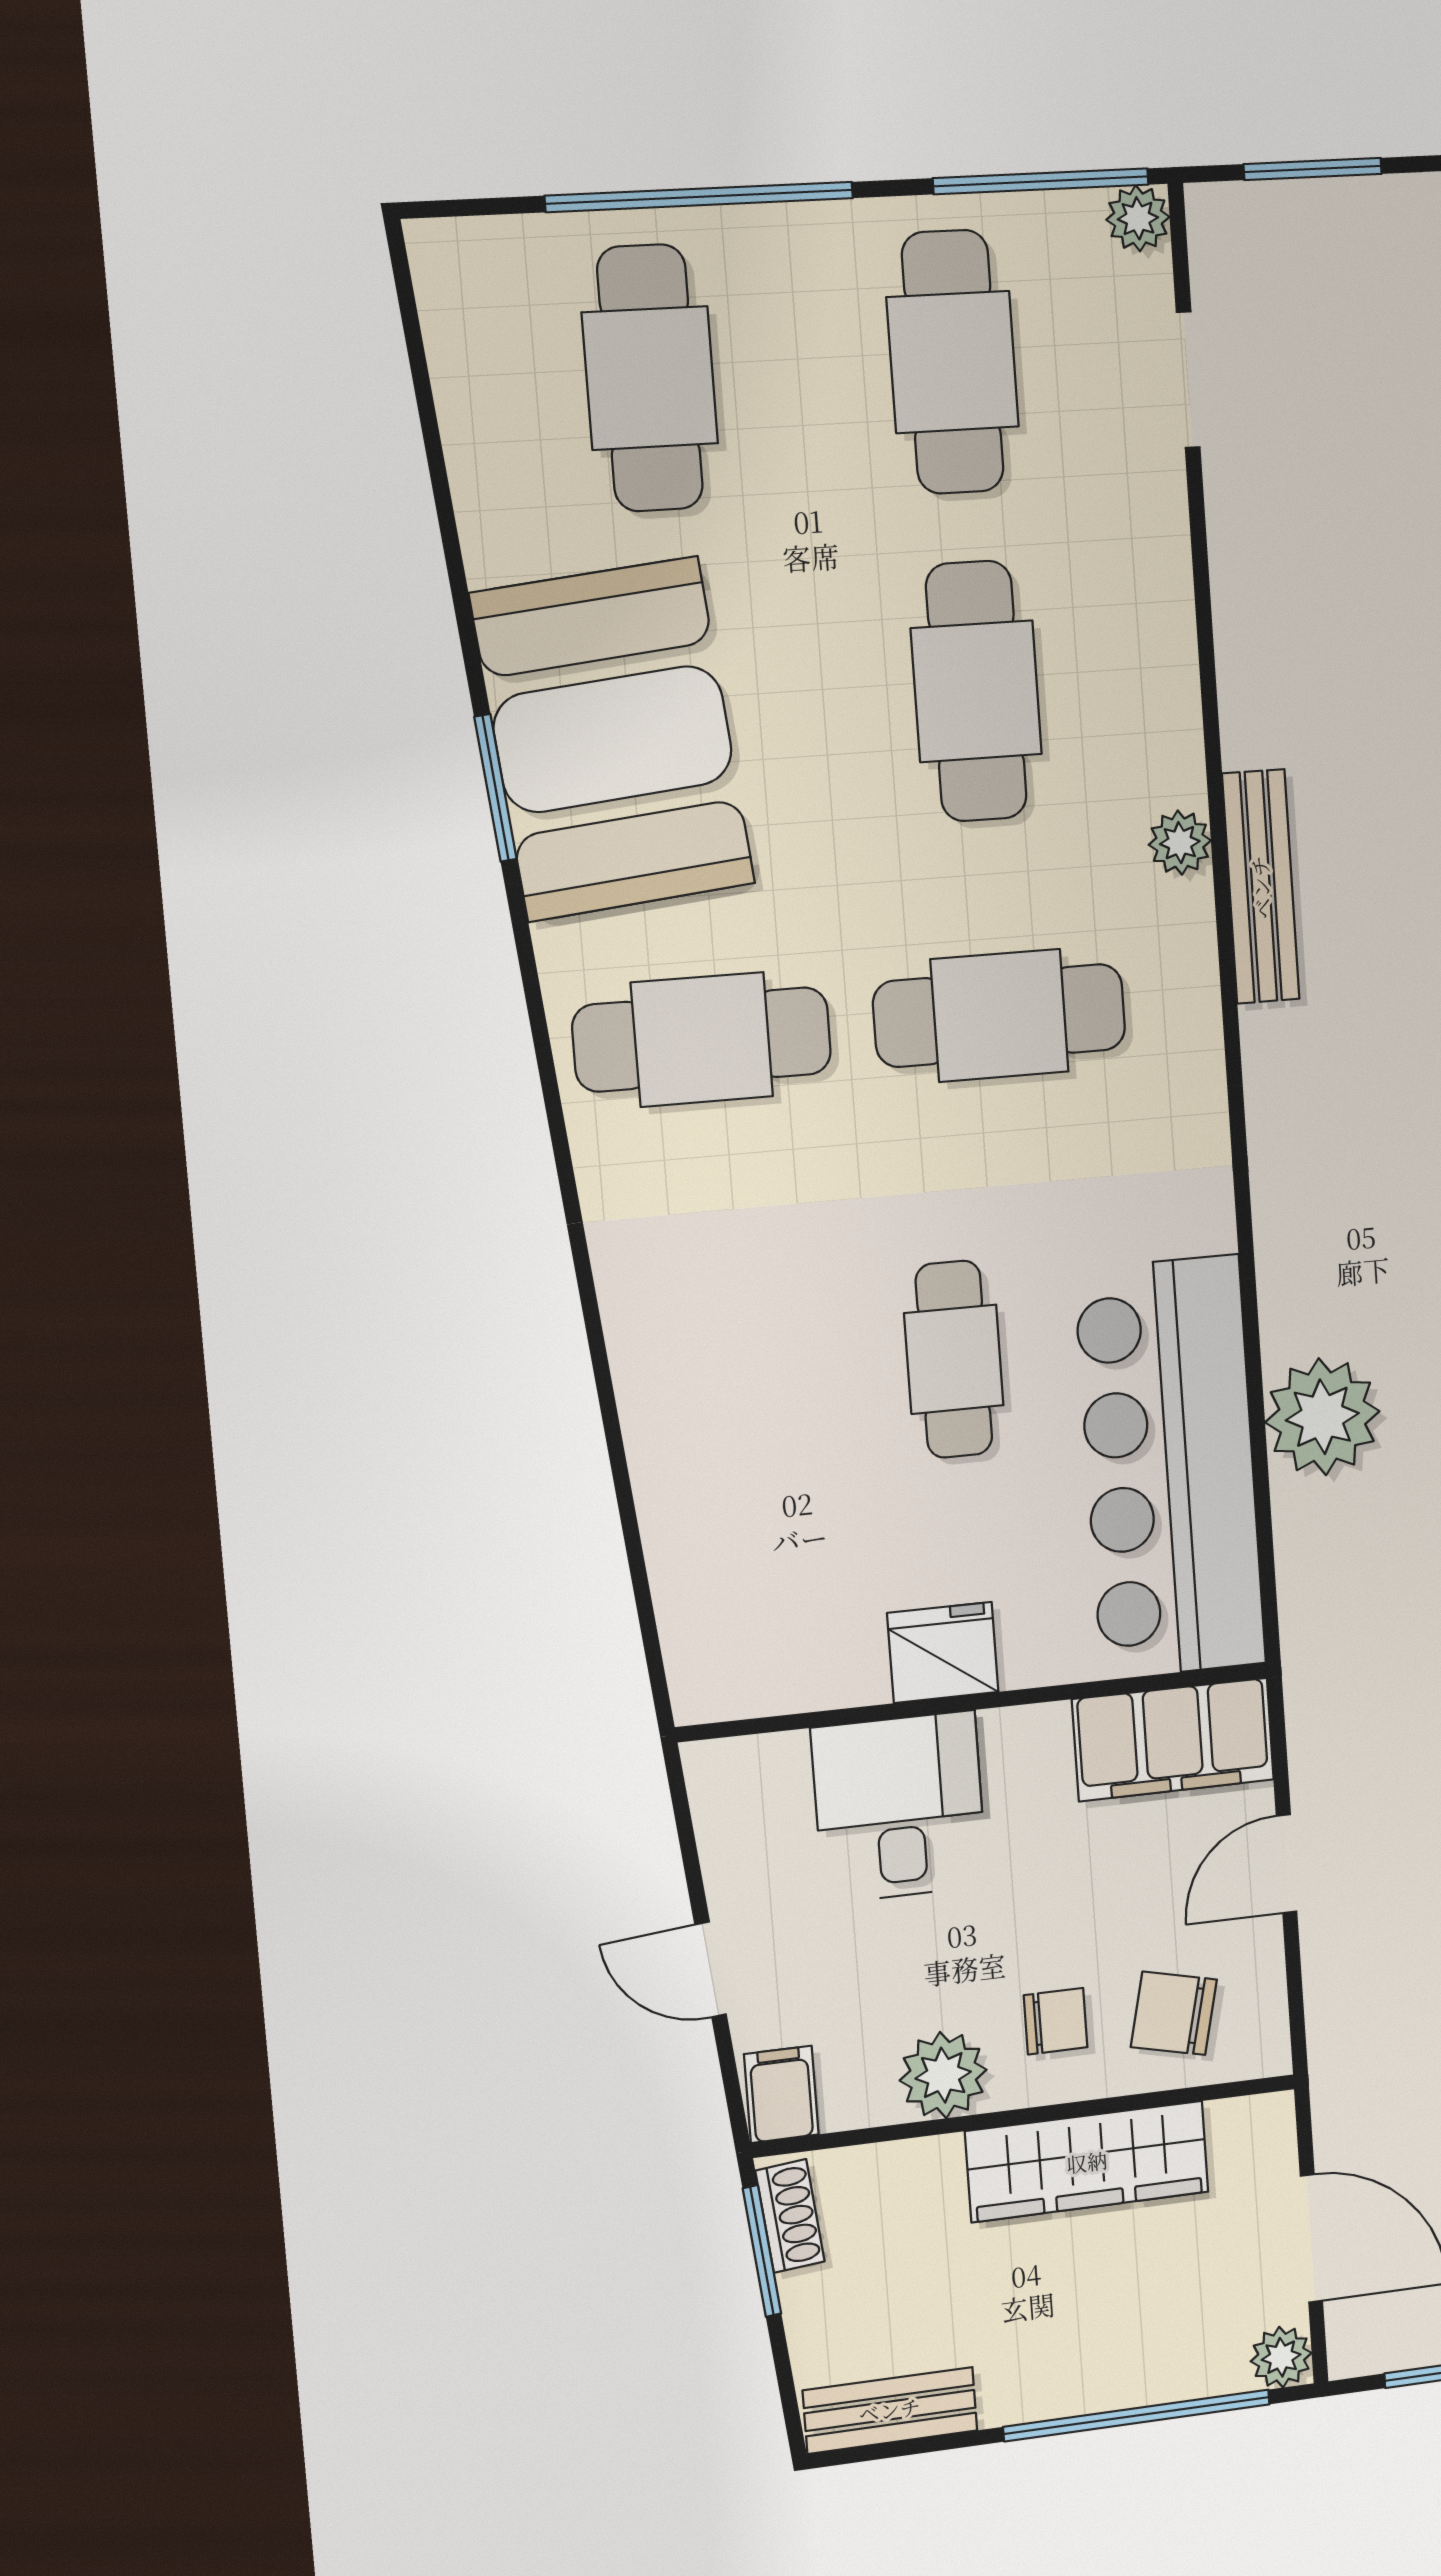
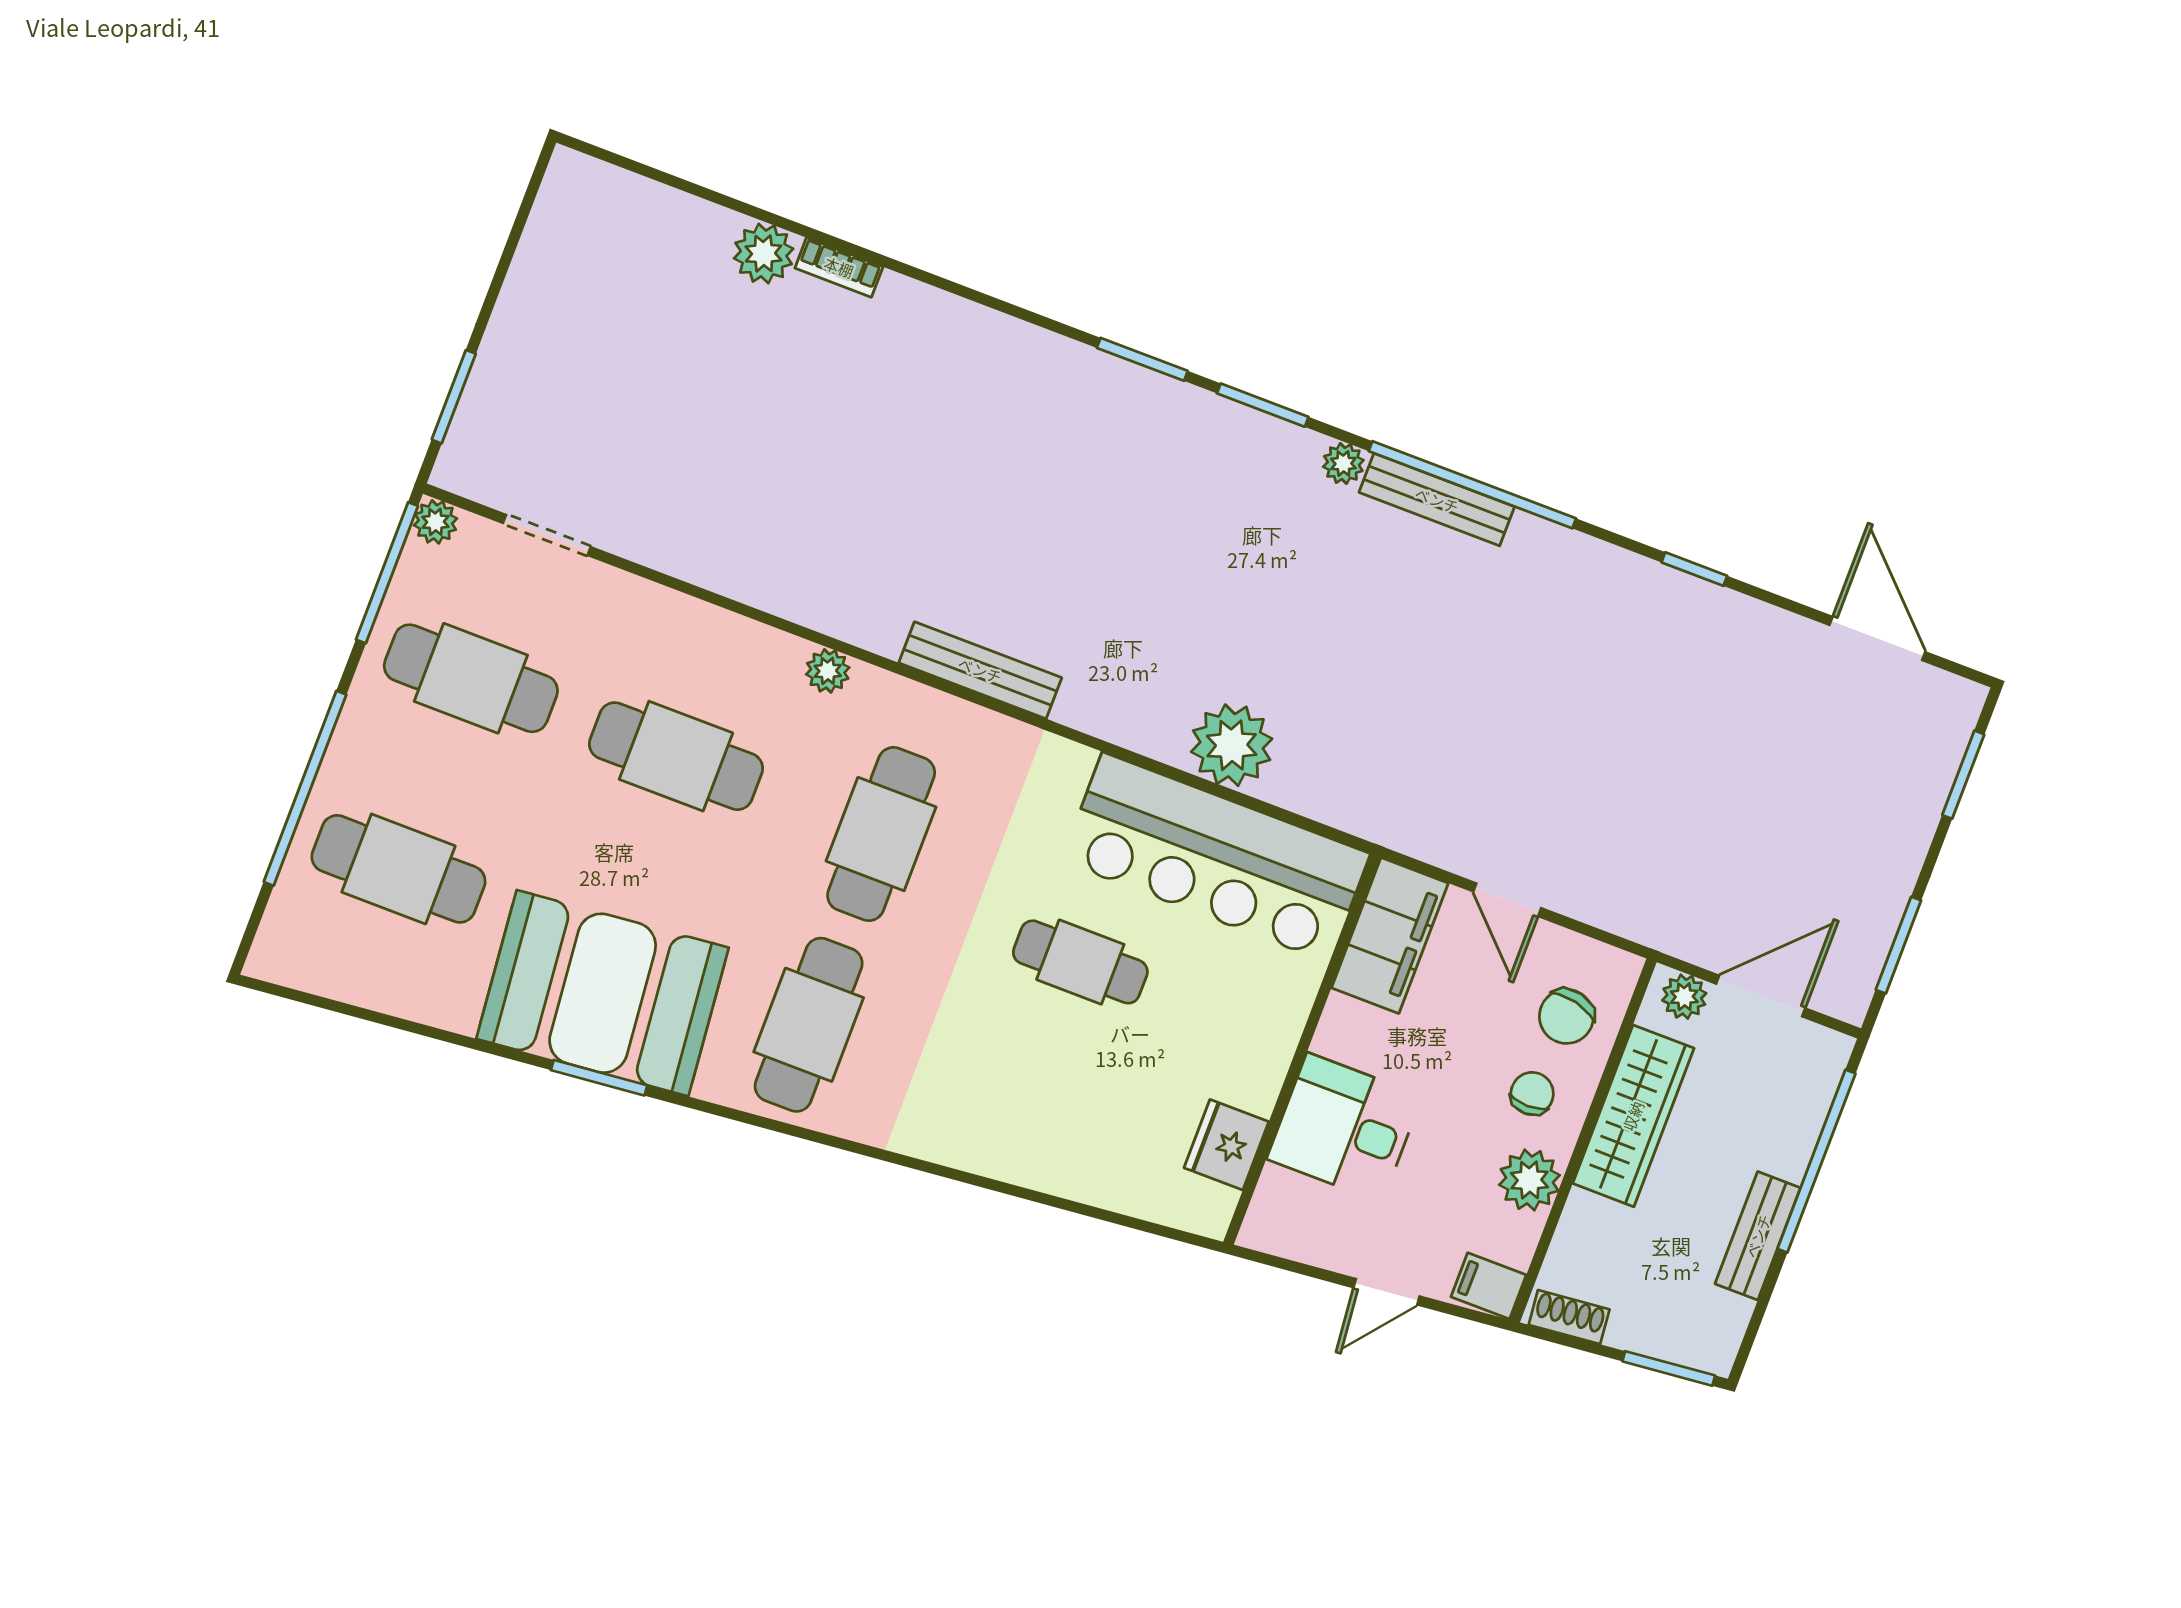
bench: (1261, 887) -> (980, 670), moved
fridge: (943, 1653) -> (1226, 1145), moved
window: (762, 2251) -> (1669, 1368), moved
plant: (1281, 2357) -> (1684, 997), moved
bench: (890, 2410) -> (1758, 1236), moved

